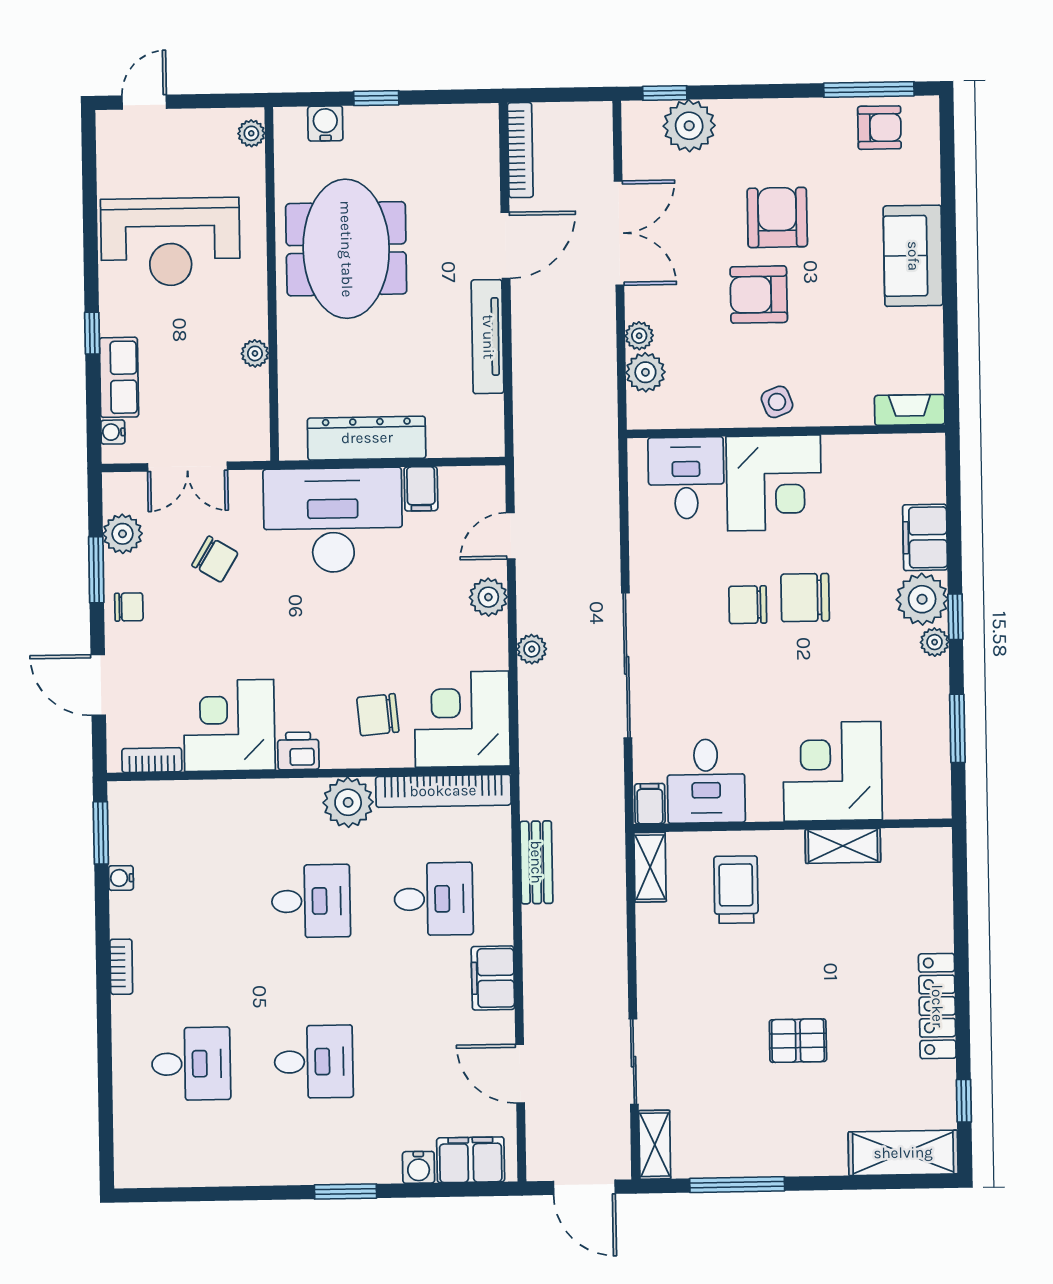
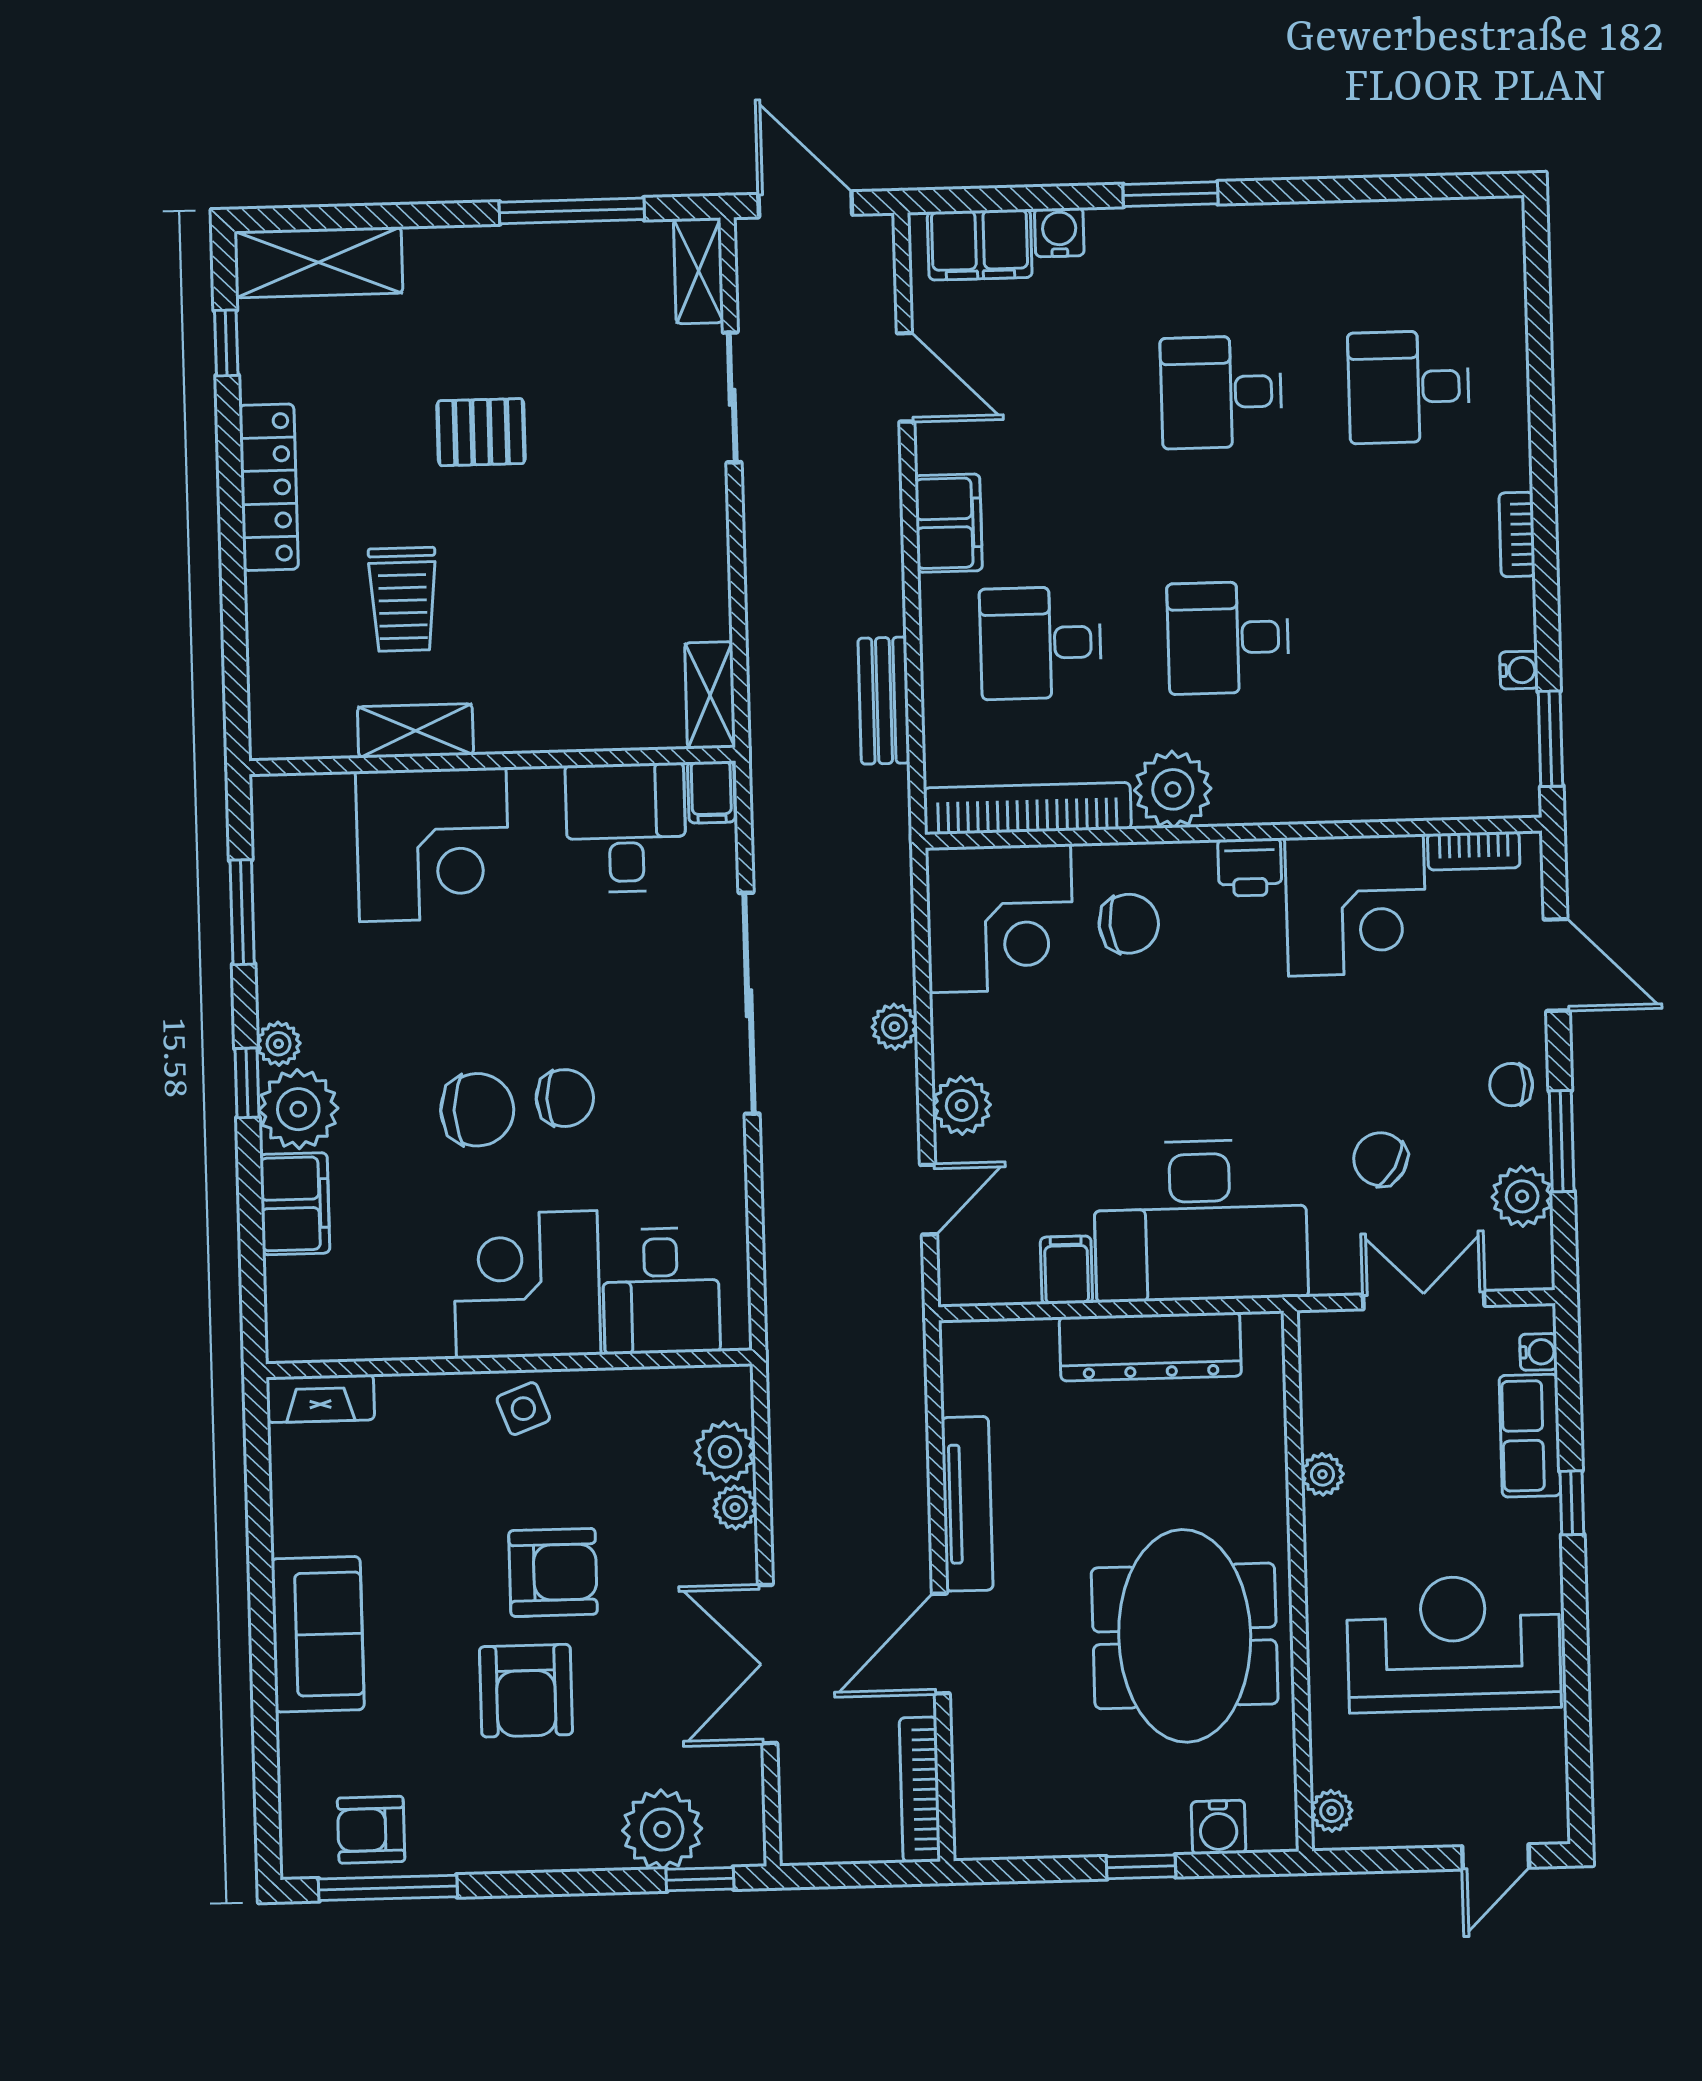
trolley: (736, 890) -> (403, 599), moved

